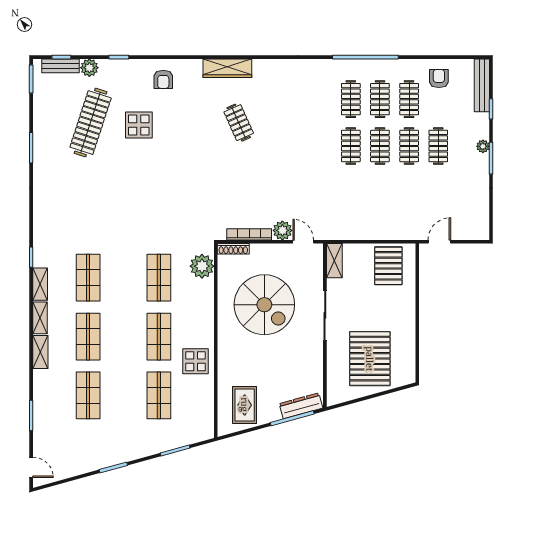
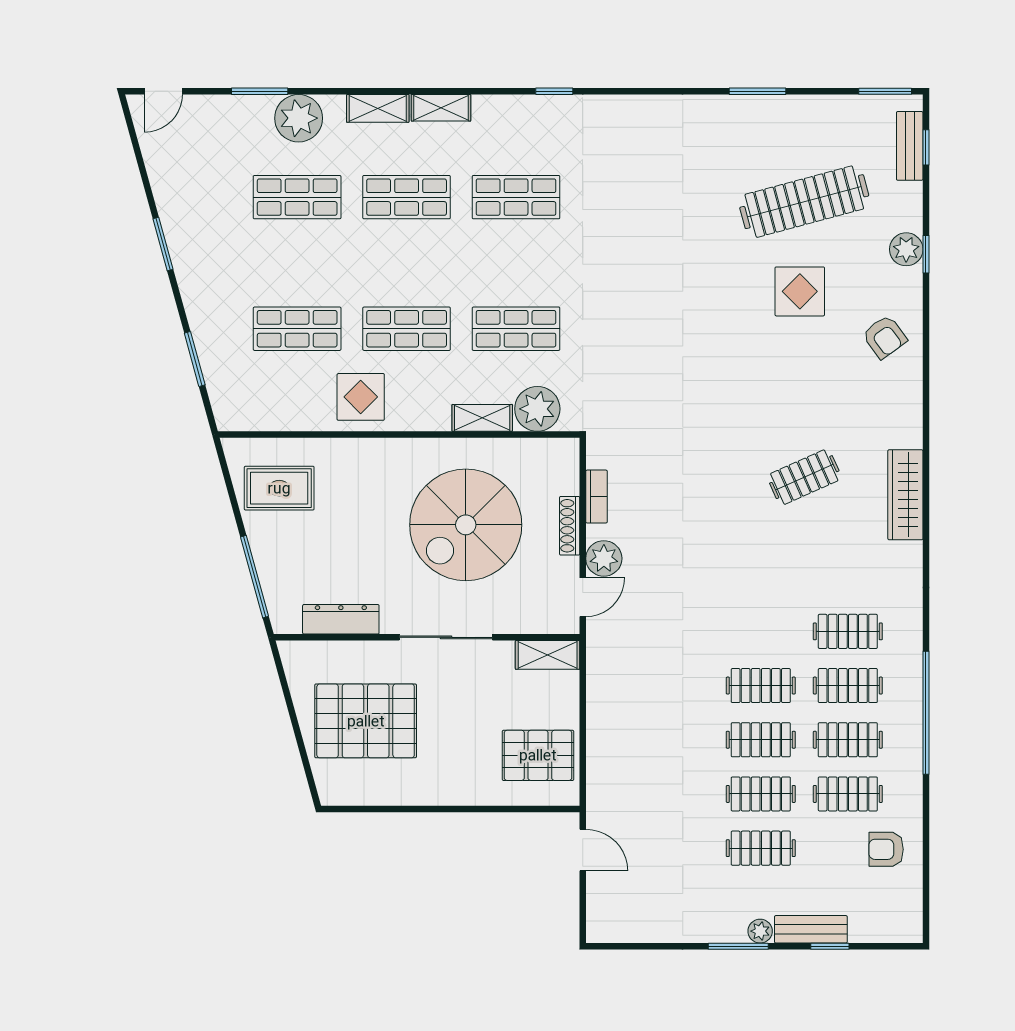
plant: (89, 68) -> (906, 249), moved
wardrobe: (227, 68) -> (905, 495), moved
armchair: (163, 79) -> (885, 337), turned -126
armchair: (439, 79) -> (886, 849), turned 180
bench: (482, 85) -> (811, 929), moved, width x0.73
clothes rail: (322, 99) -> (848, 631), added
clothes rail: (91, 123) -> (804, 202), turned -33
bookcase: (249, 234) -> (596, 497), width x0.64
shoe rack: (233, 249) -> (570, 526), moved
shelving: (40, 284) -> (482, 418), moved
plant: (46, 395) -> (299, 118), added
dresser: (301, 406) -> (341, 619), moved, turned -75

